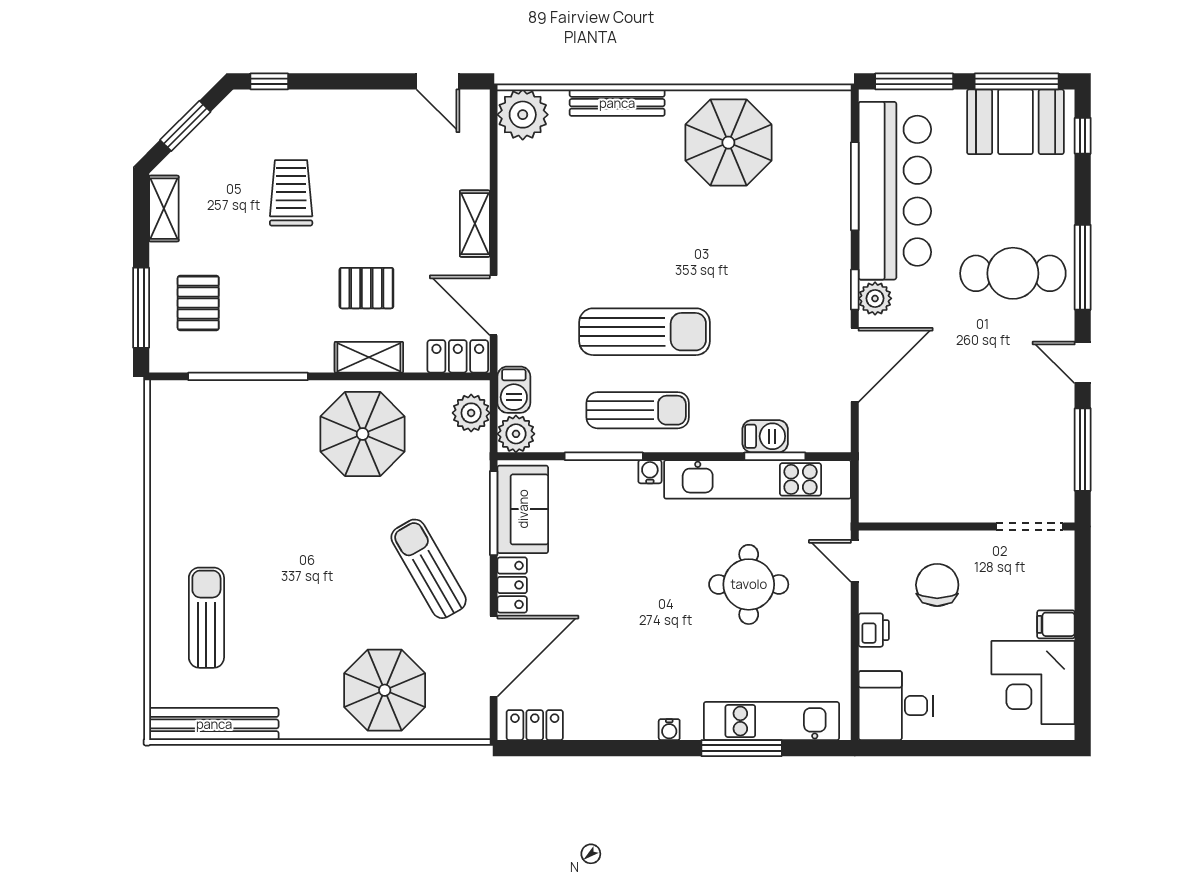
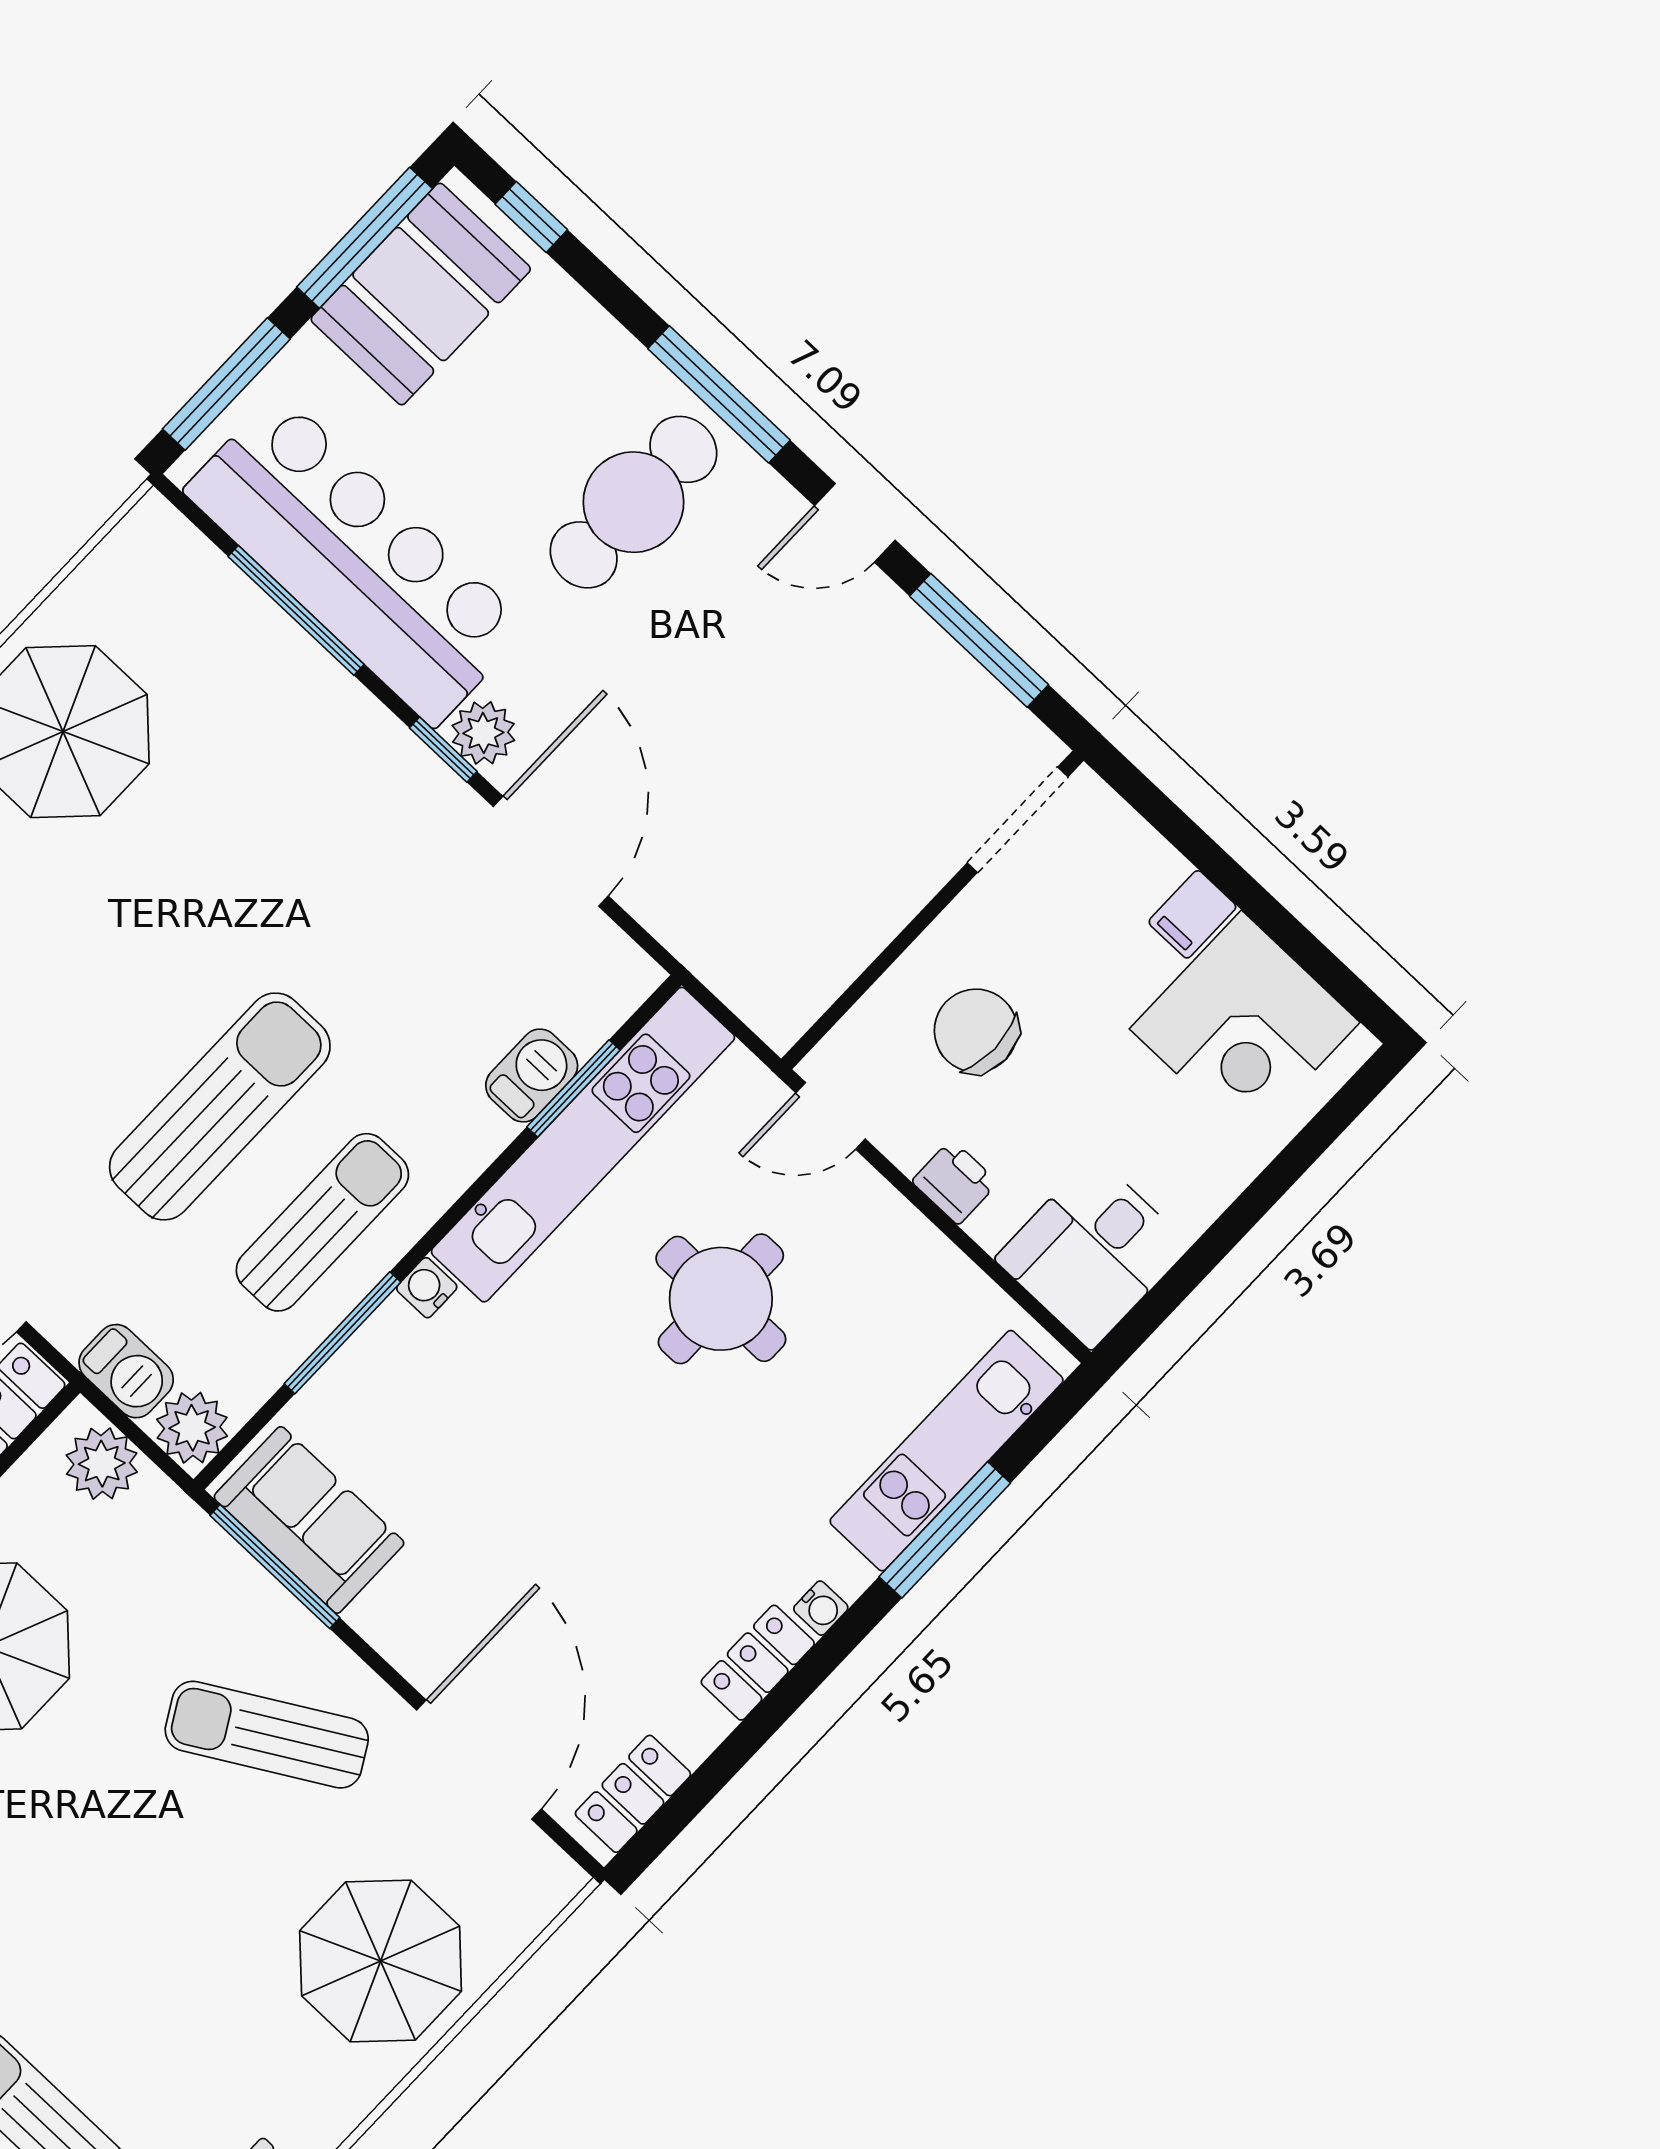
locker: (512, 585) -> (758, 1663), moved, turned -90

